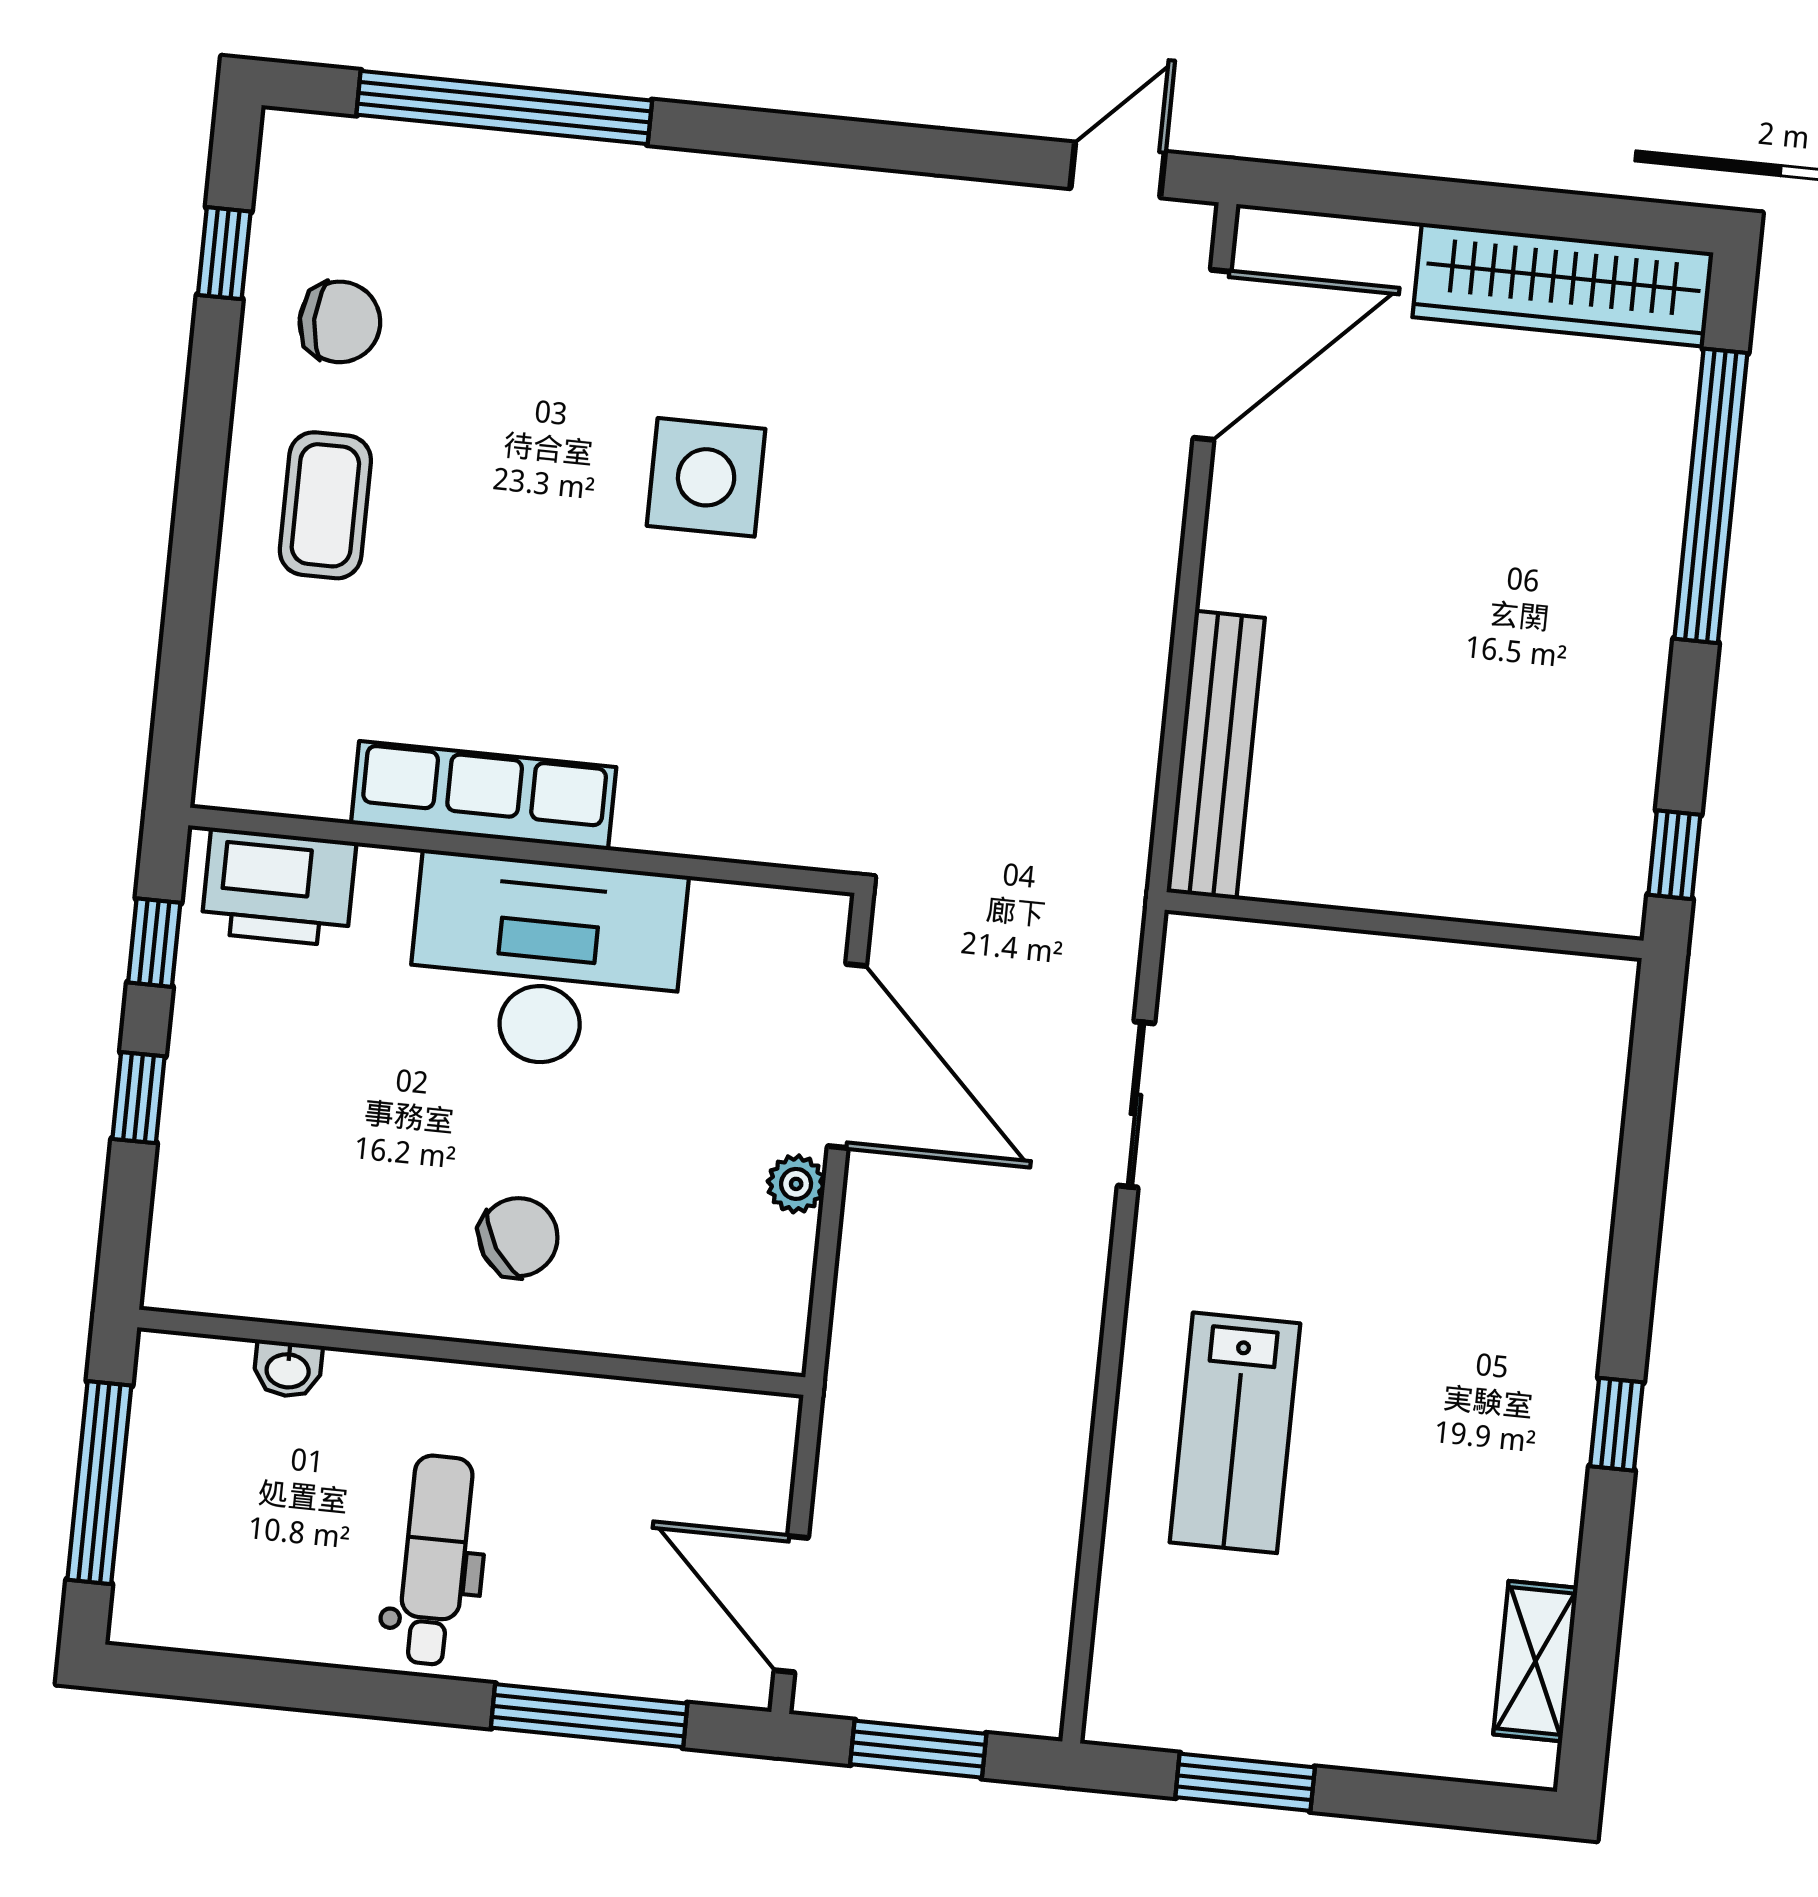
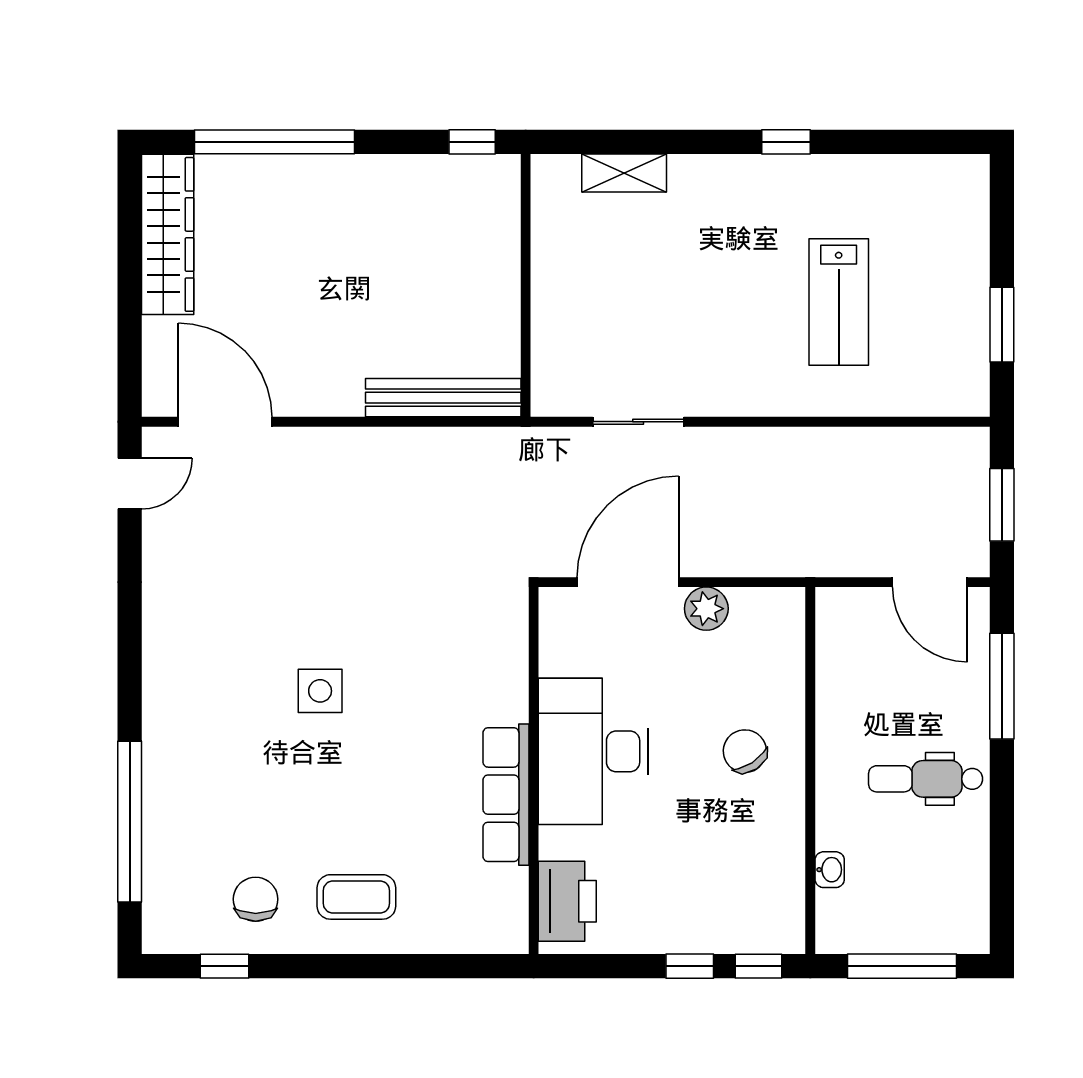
door: (1118, 170) -> (130, 484), swing flipped
side table: (706, 477) -> (320, 691), width x0.73, depth x0.73
window: (154, 943) -> (758, 966), moved
plant: (796, 1184) -> (706, 609), width x1.38, depth x1.38
lab bench: (1235, 1433) -> (839, 302), moved, turned 90
door: (791, 1604) -> (930, 582), hinge flipped
shelving: (1535, 1661) -> (624, 173), moved

